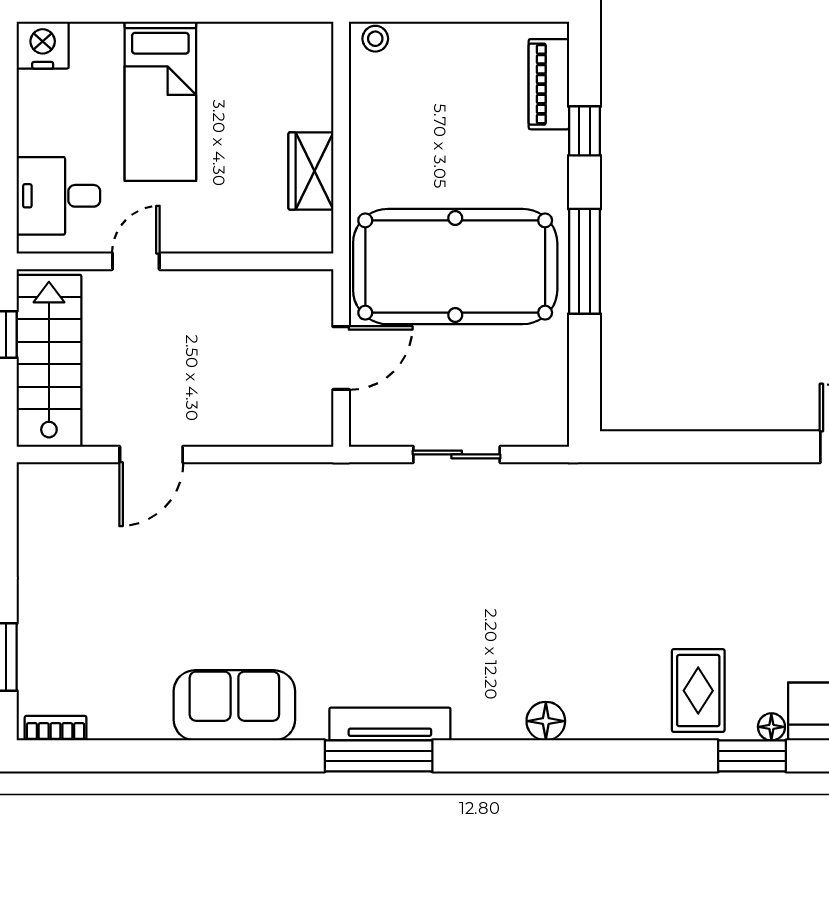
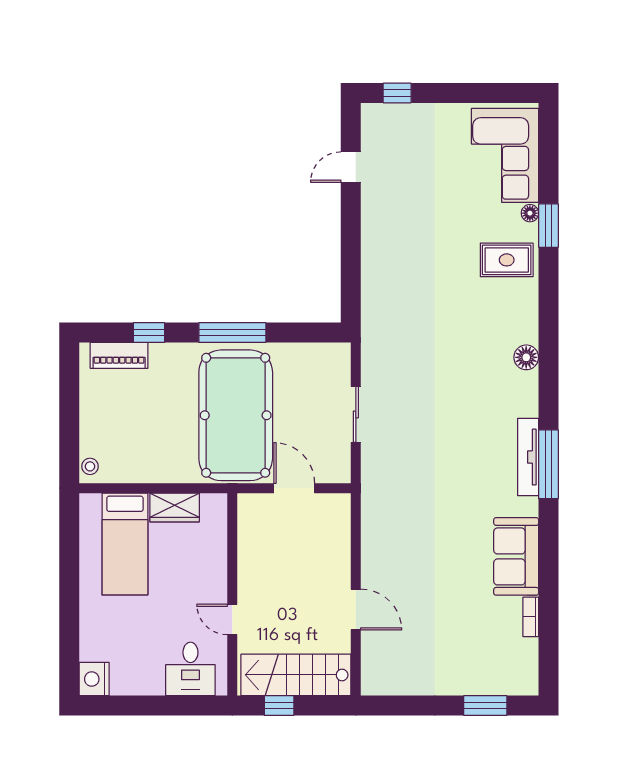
bed: (160, 101) -> (125, 544), moved, turned 90
bookcase: (56, 728) -> (531, 617), moved

